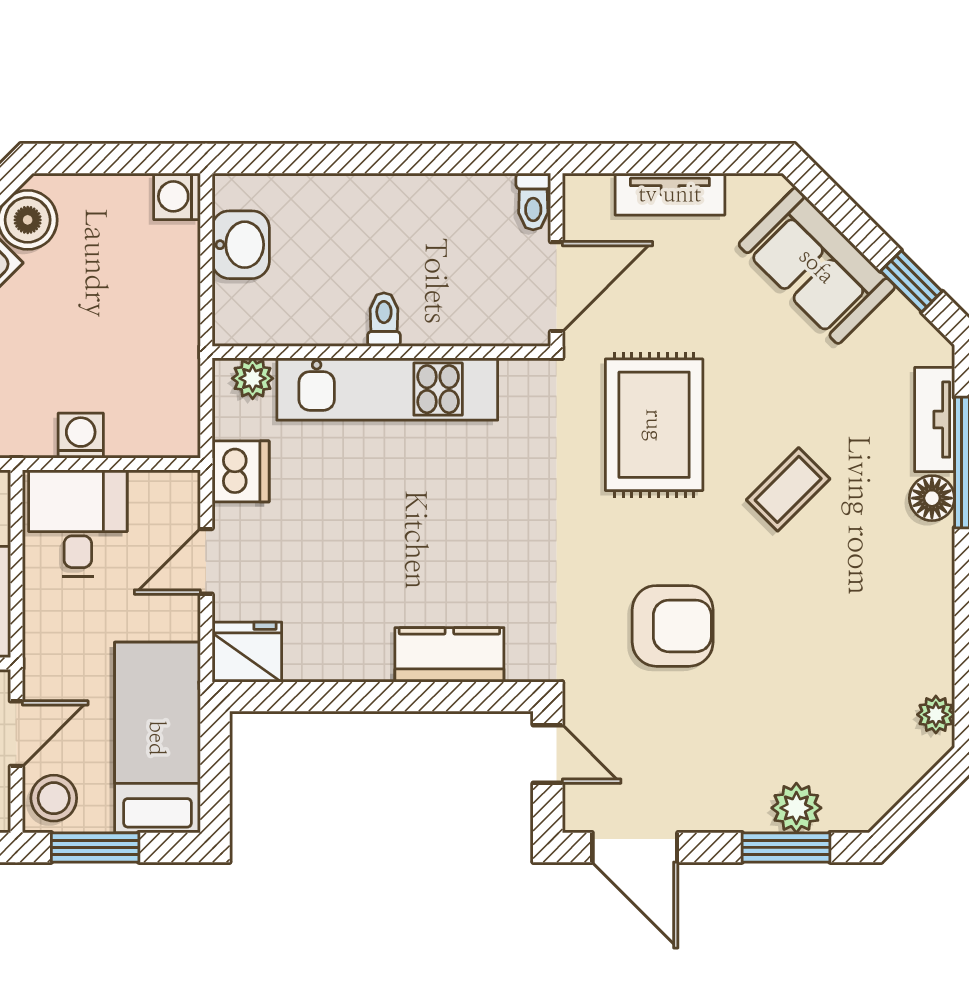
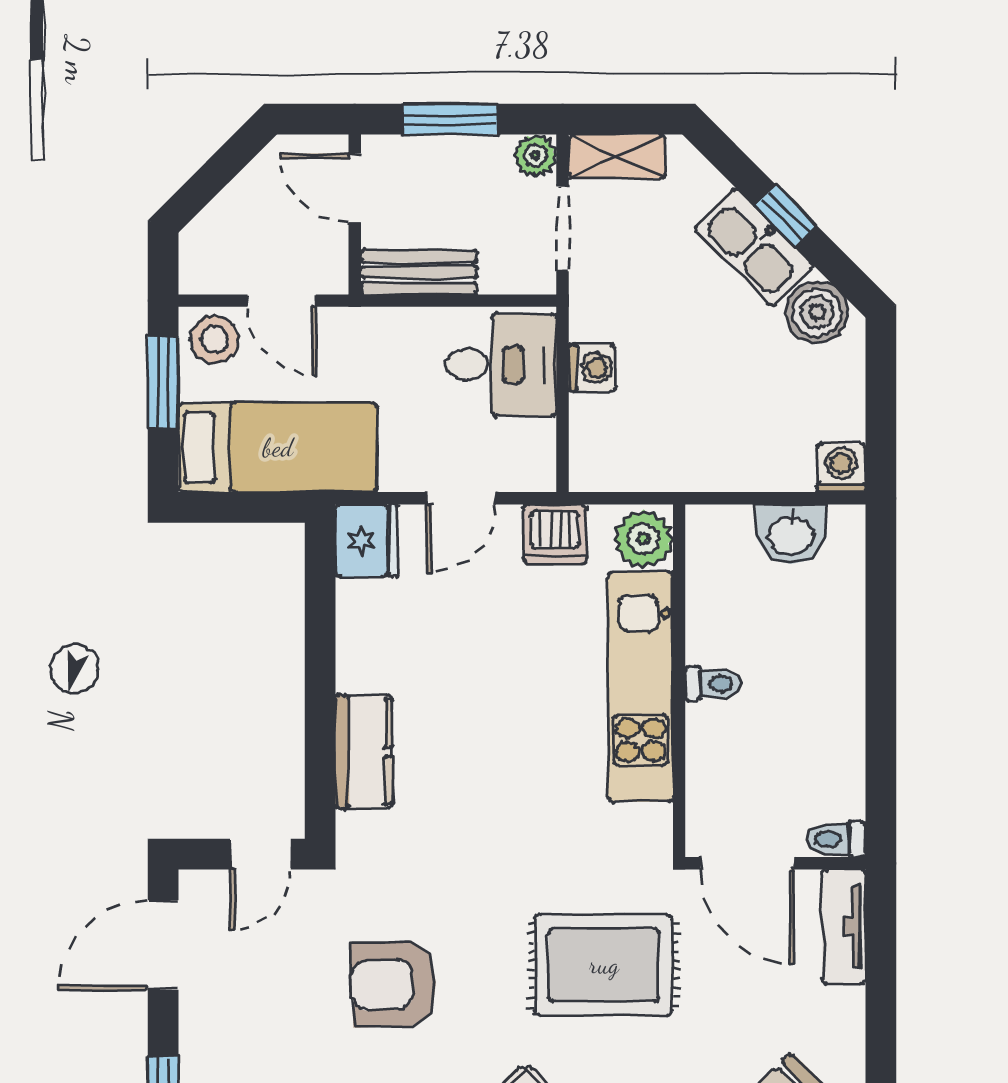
tv unit: (670, 194) -> (844, 927), moved
plant: (253, 378) -> (644, 539), width x1.38, depth x1.38
door: (206, 561) -> (461, 498), swing flipped
armchair: (673, 626) -> (394, 984), turned 88

